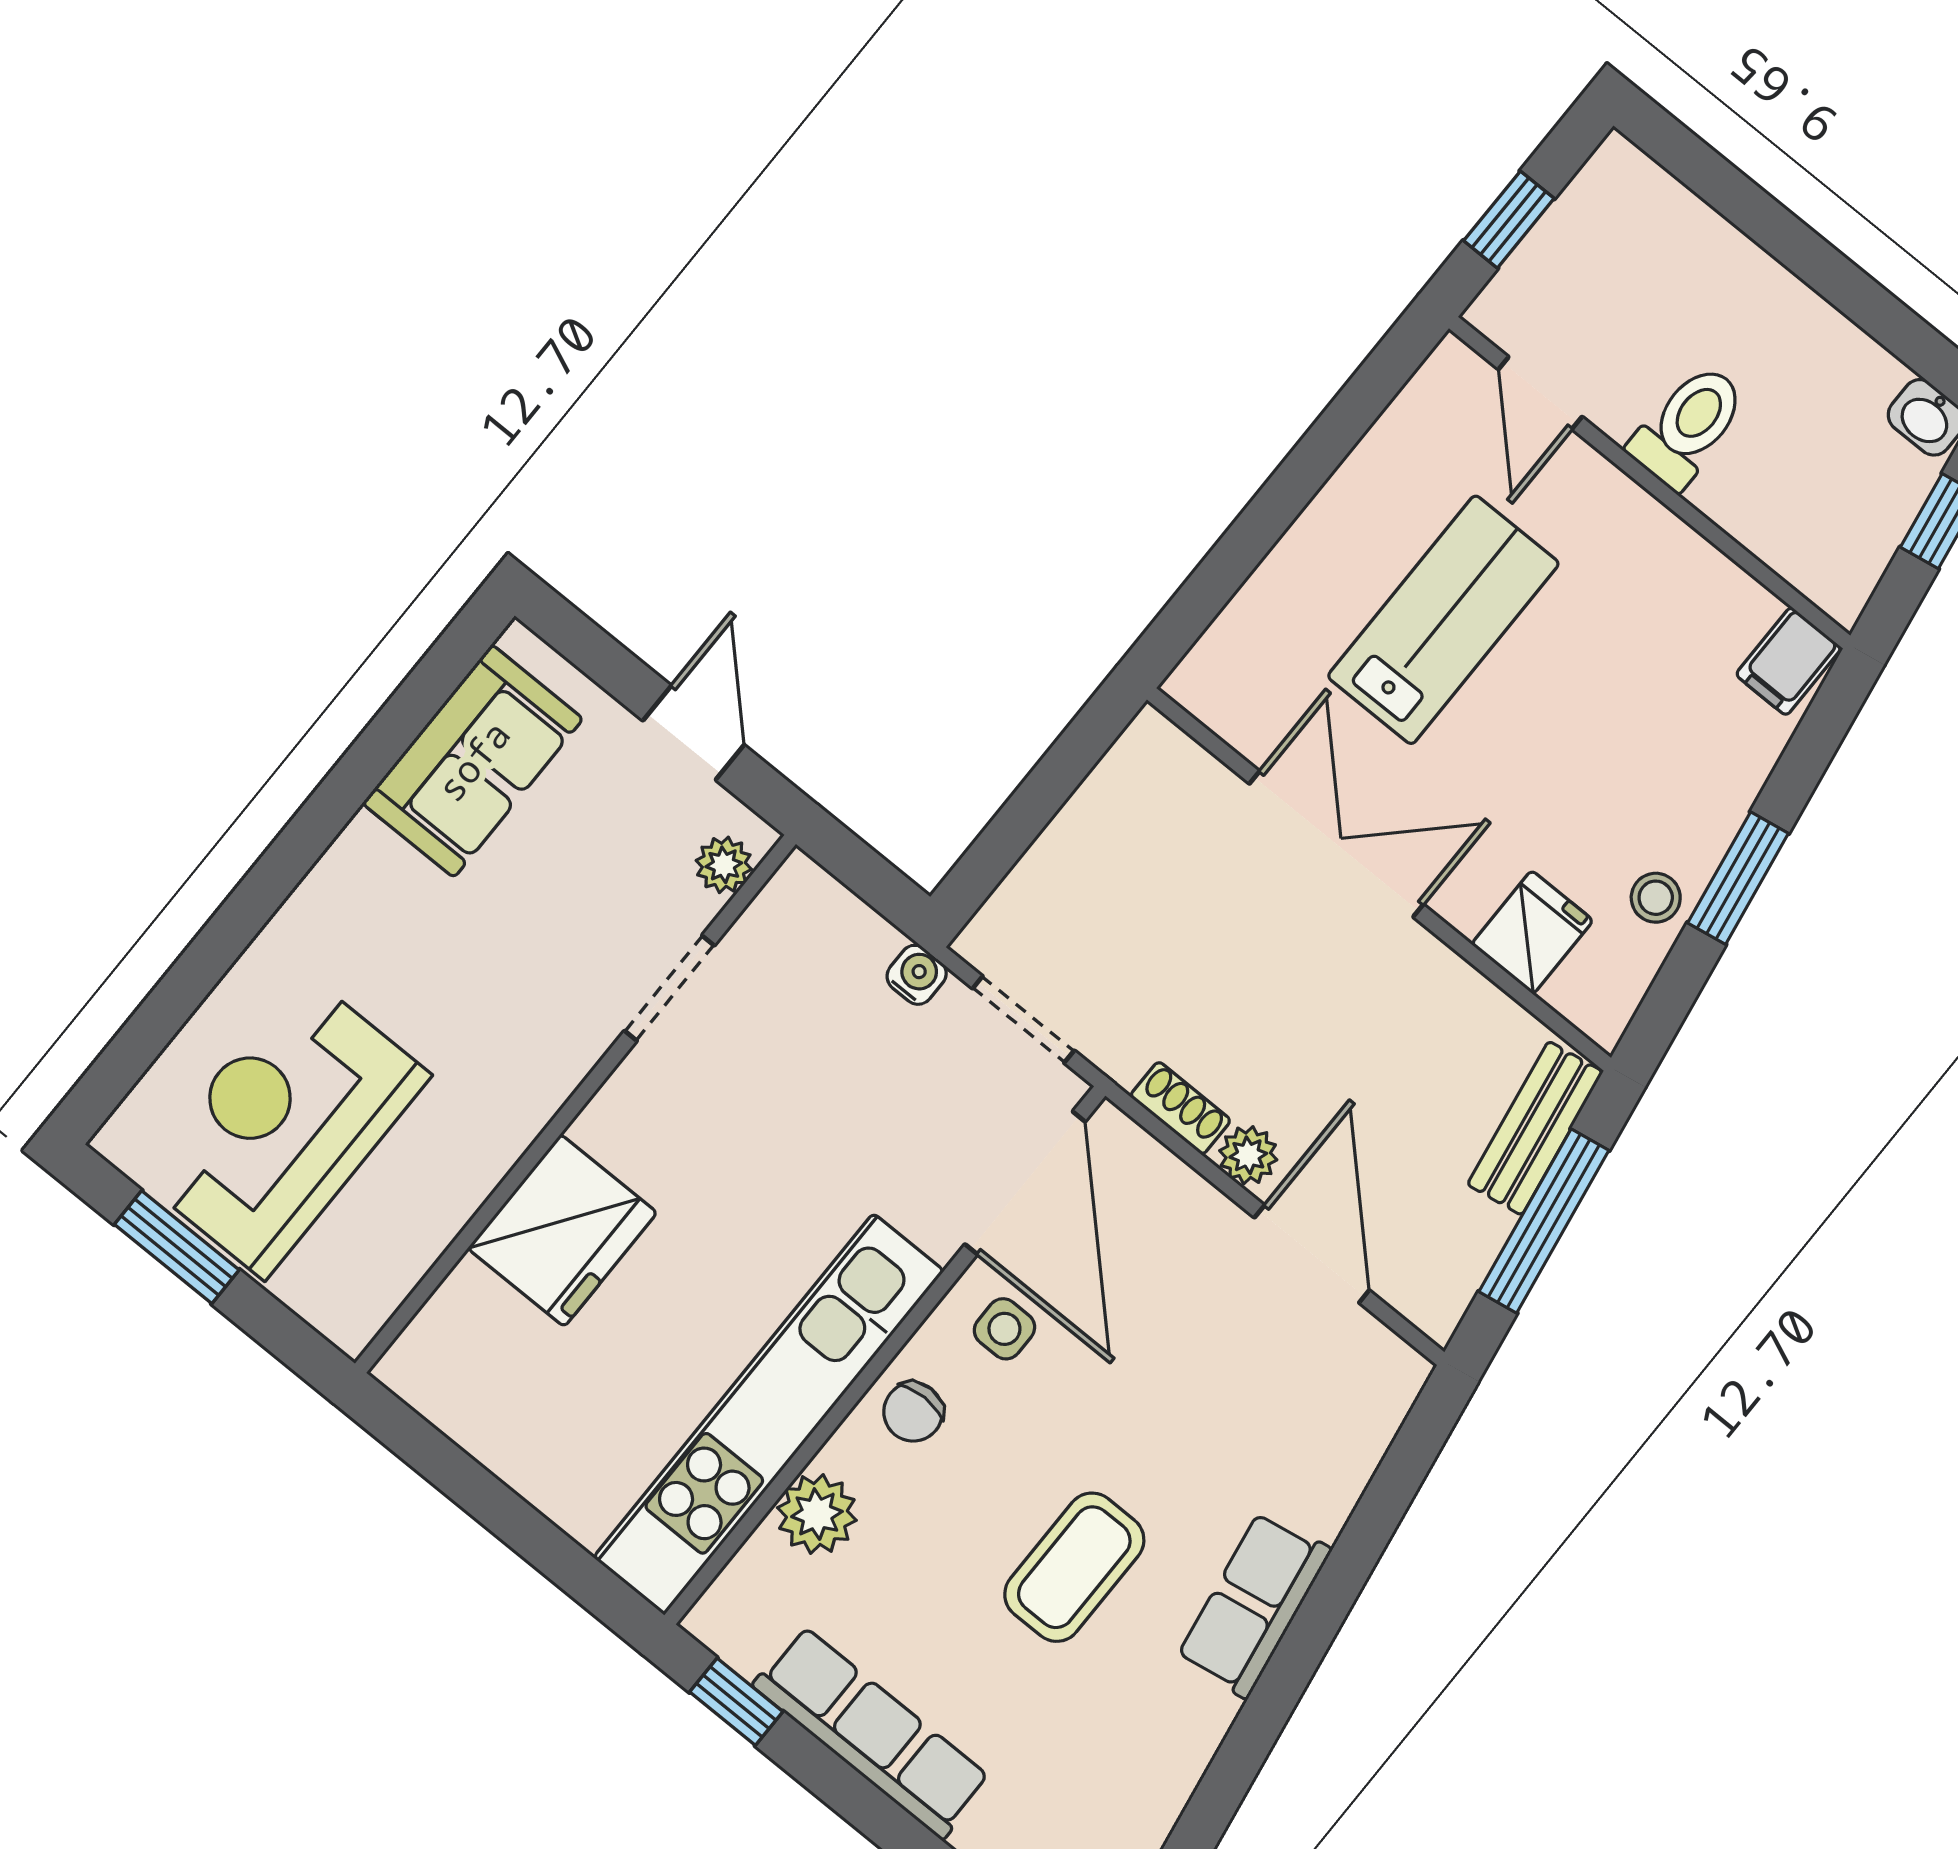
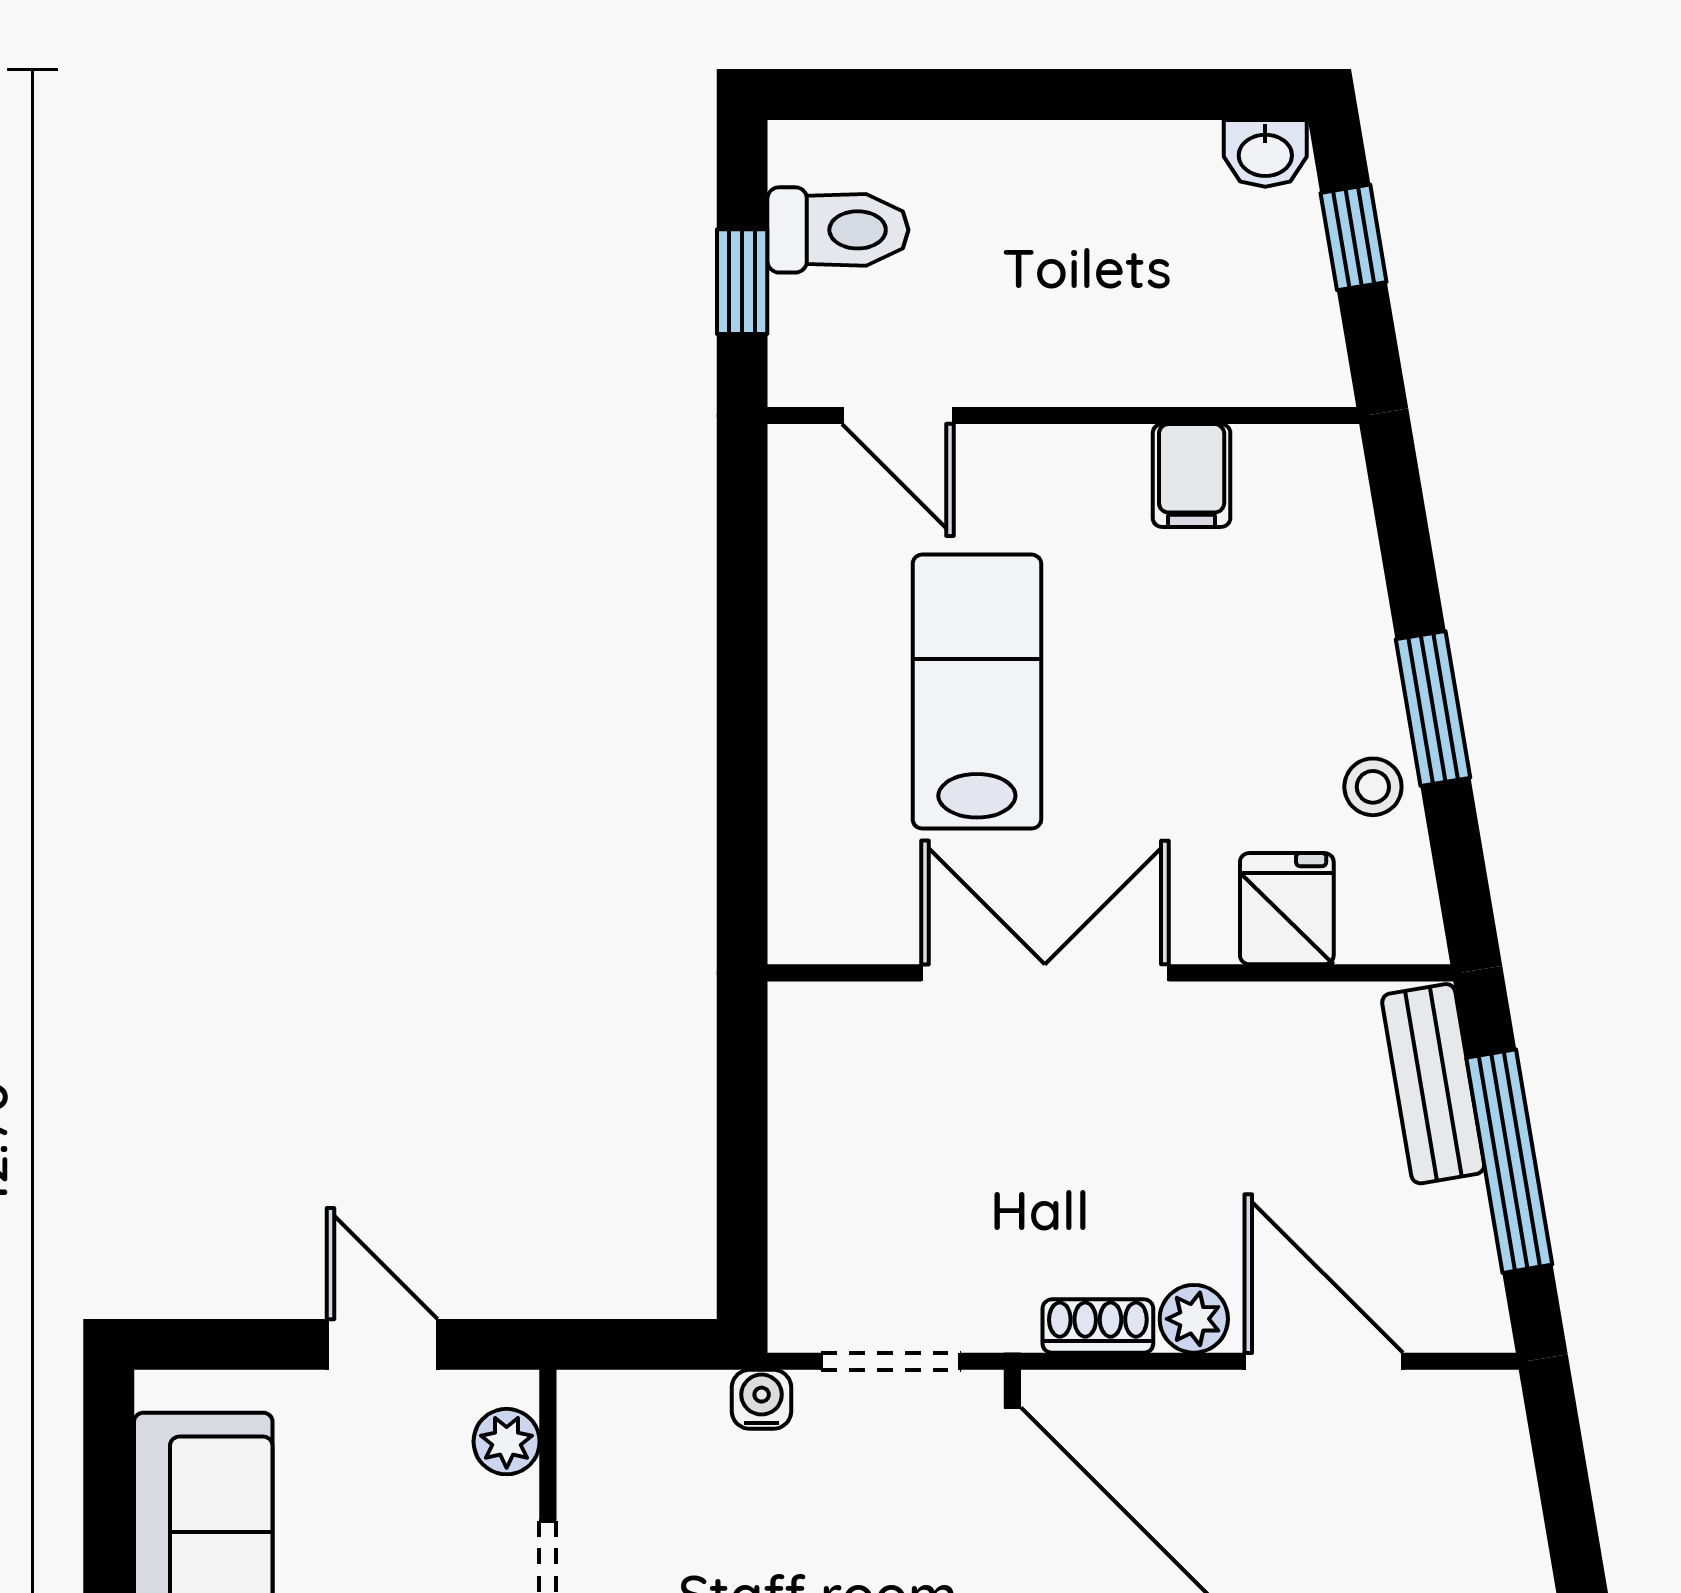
toilet: (1688, 426) -> (838, 230), moved, turned 90
filing cabinet: (1789, 661) -> (1192, 475), moved

